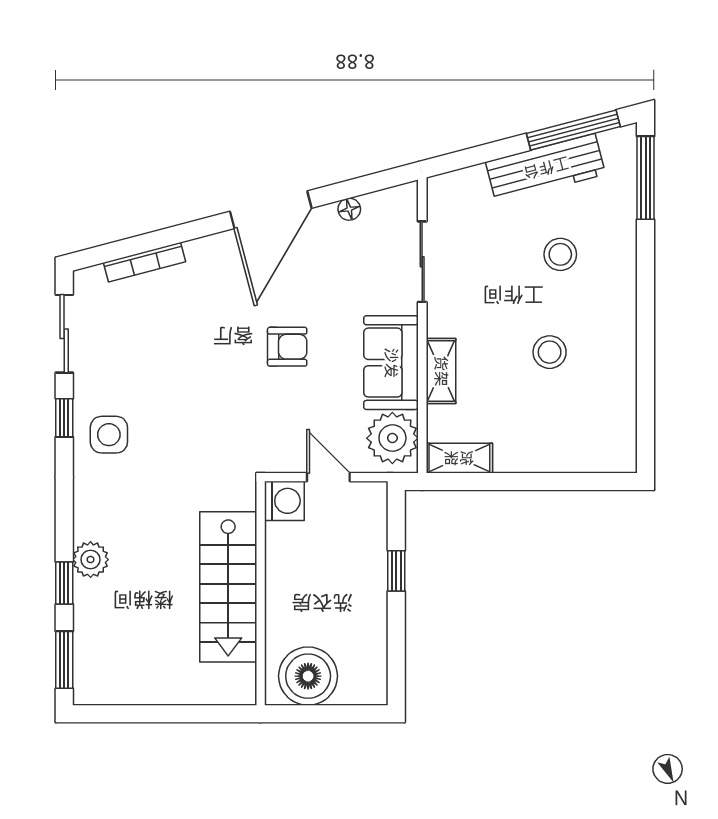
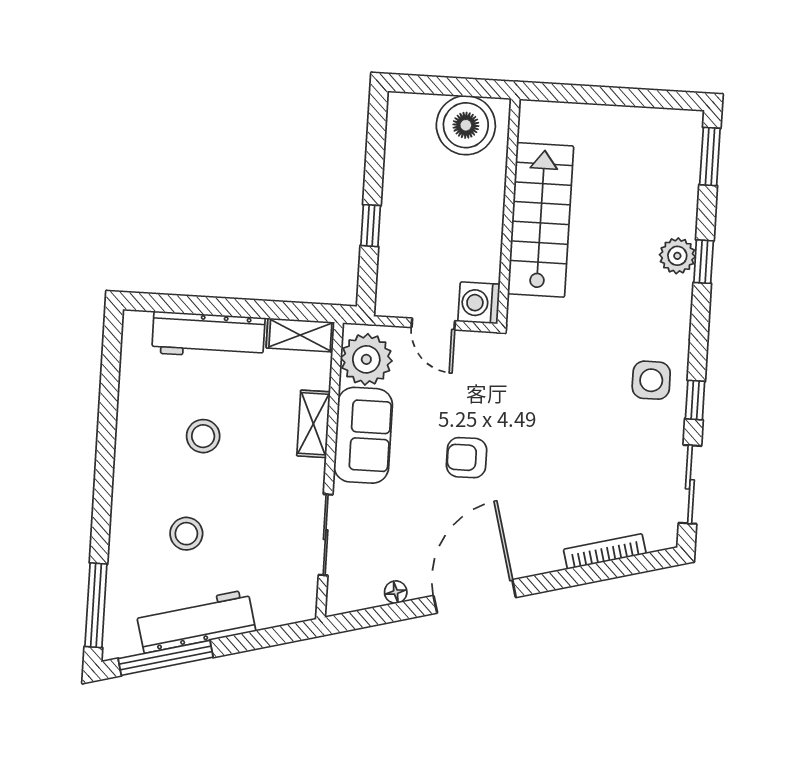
workbench: (550, 452) -> (208, 335), added
window: (64, 583) -> (704, 262), moved

